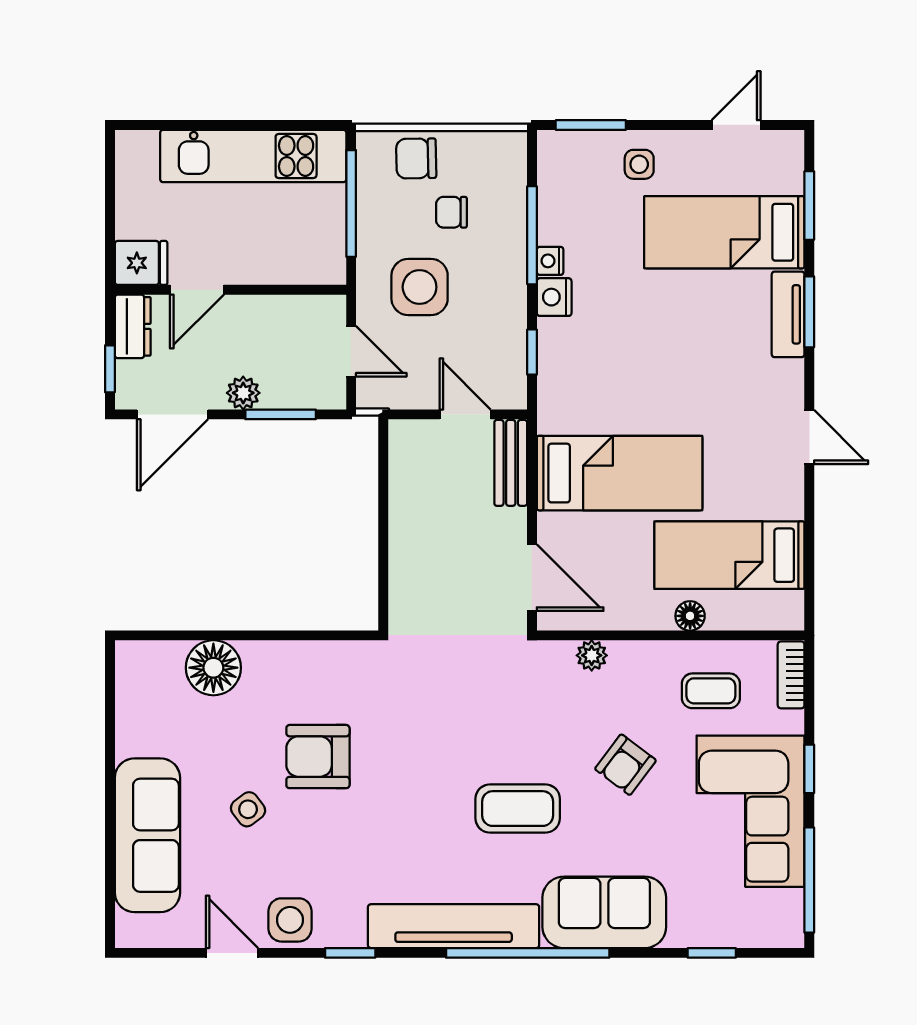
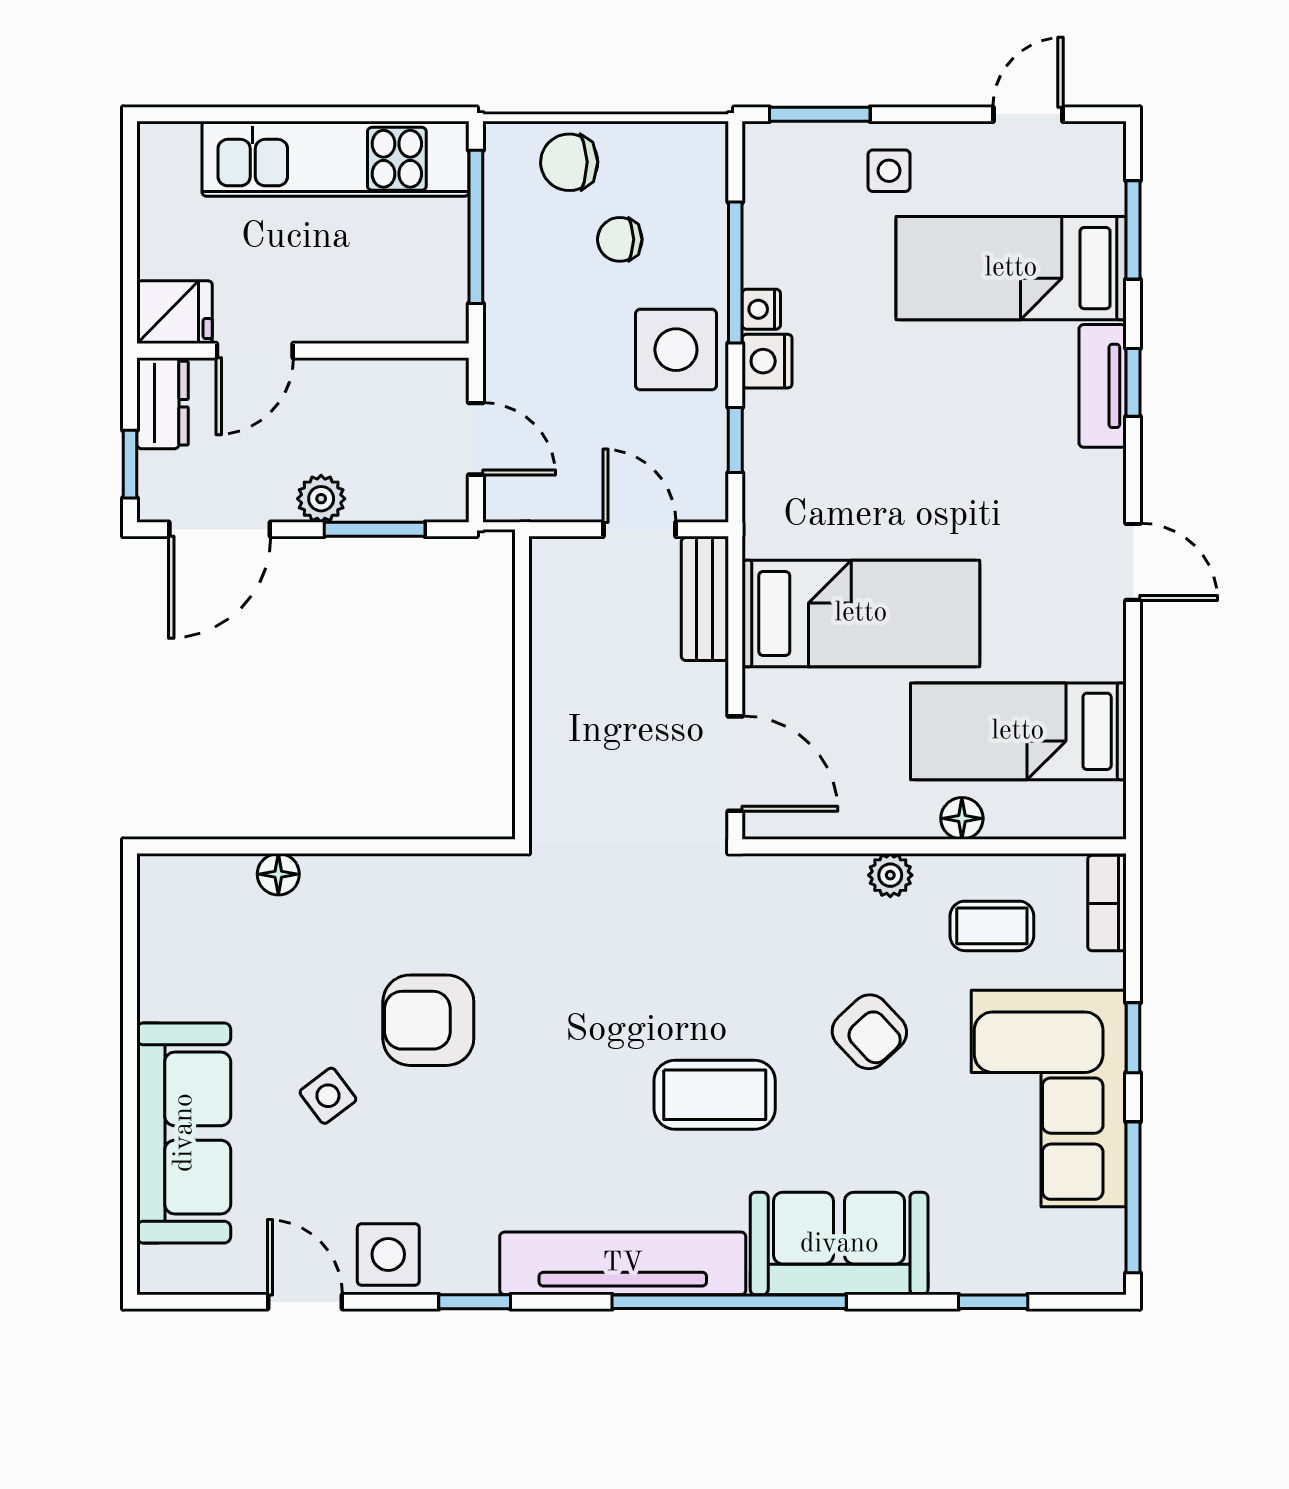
side table: (420, 287) -> (676, 350), moved
window: (809, 312) -> (1133, 382), width x0.67
plant: (592, 655) -> (890, 875), moved
floor lamp: (213, 668) -> (278, 874), width x0.53, depth x0.53
armchair: (625, 765) -> (869, 1032), turned -80

